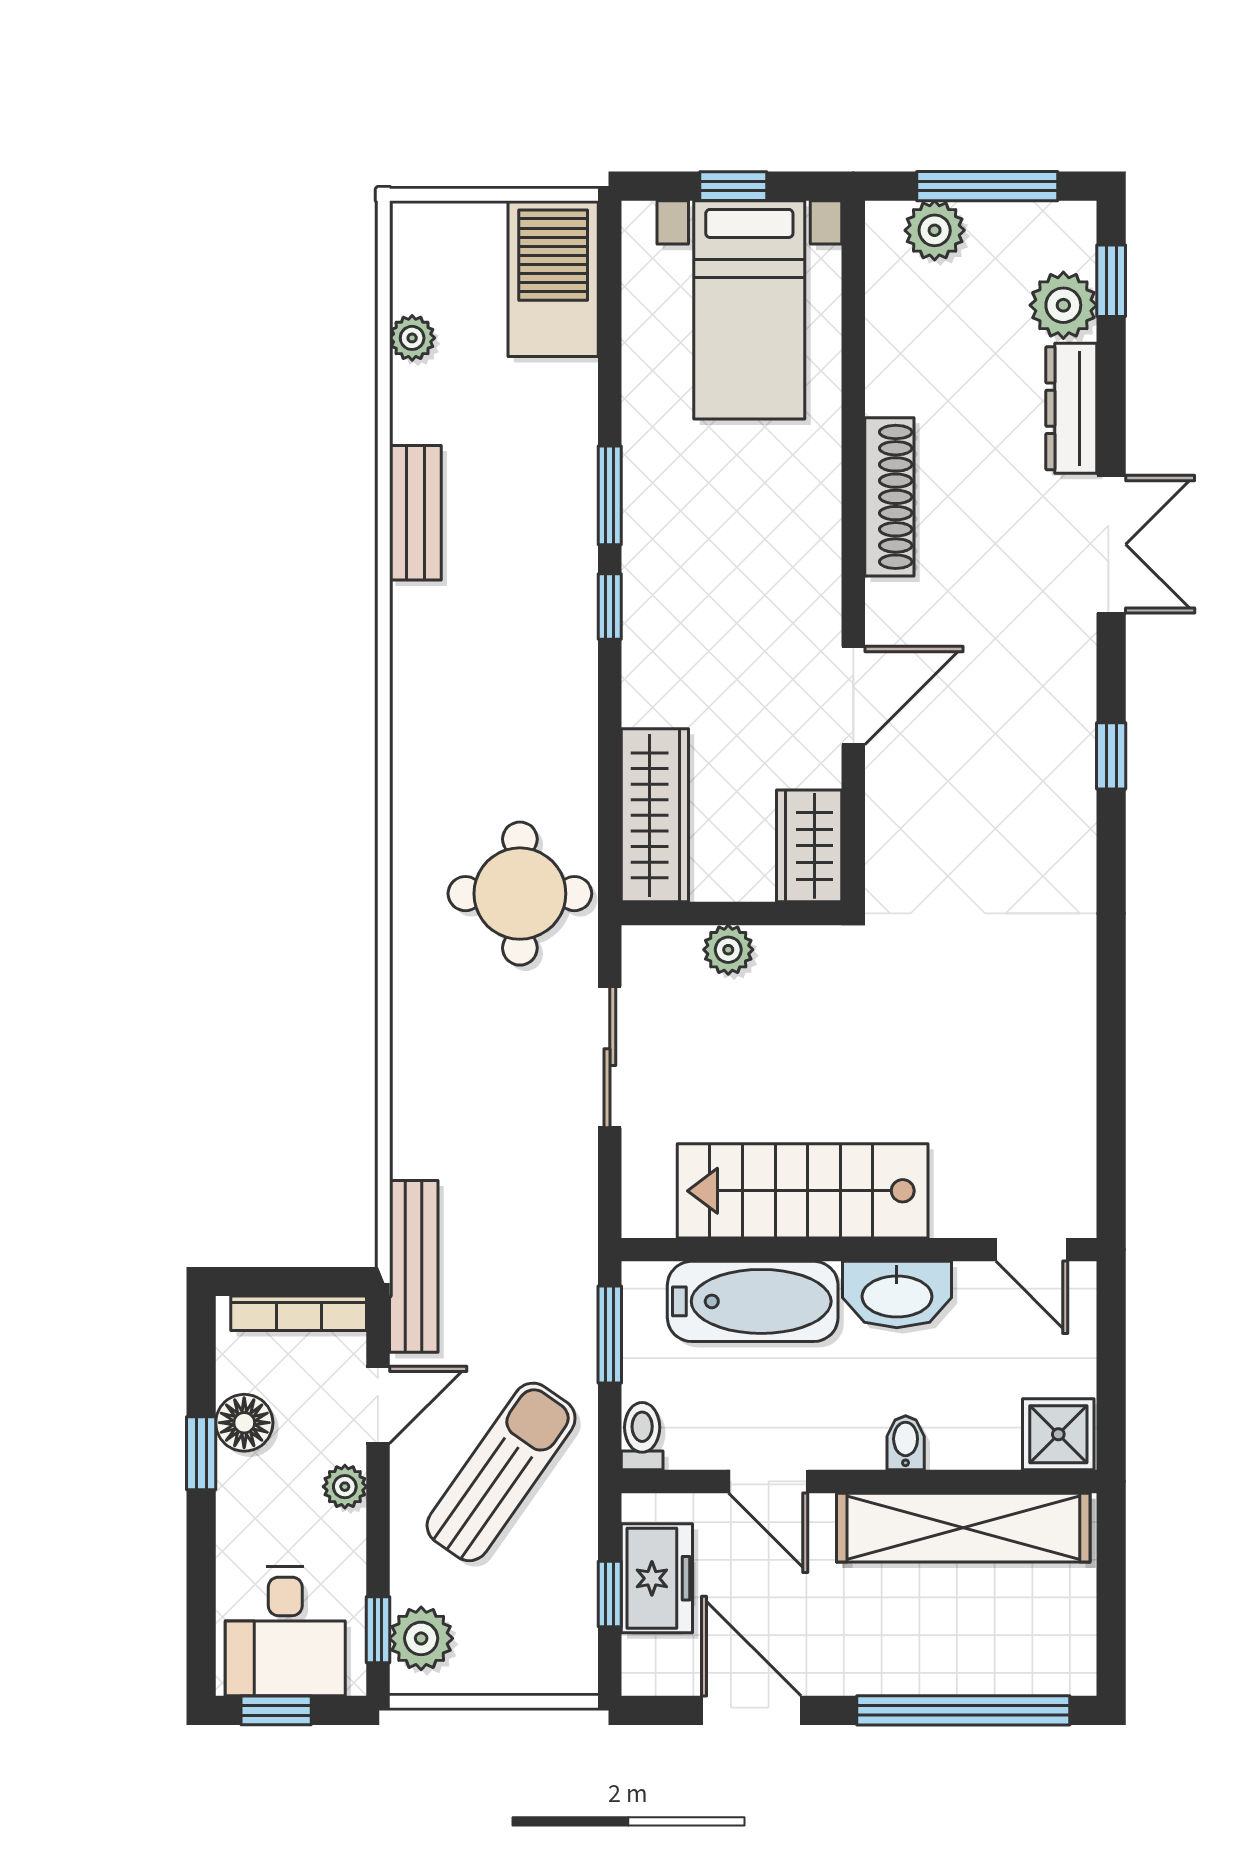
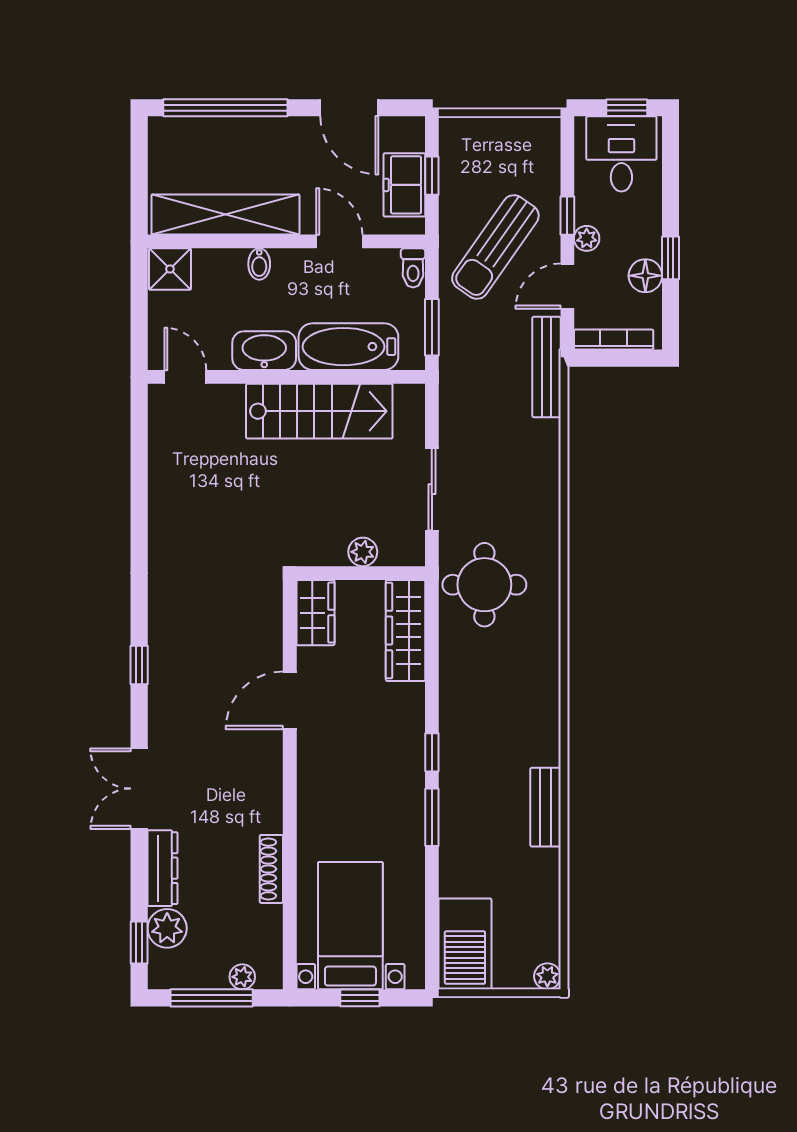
plant: (935, 230) -> (242, 977), width x0.73, depth x0.73
plant: (412, 338) -> (547, 976), moved
shoe rack: (889, 497) -> (271, 869), moved, width x0.74, depth x0.81
window: (378, 1630) -> (567, 216), moved
plant: (421, 1638) -> (542, 150), removed

